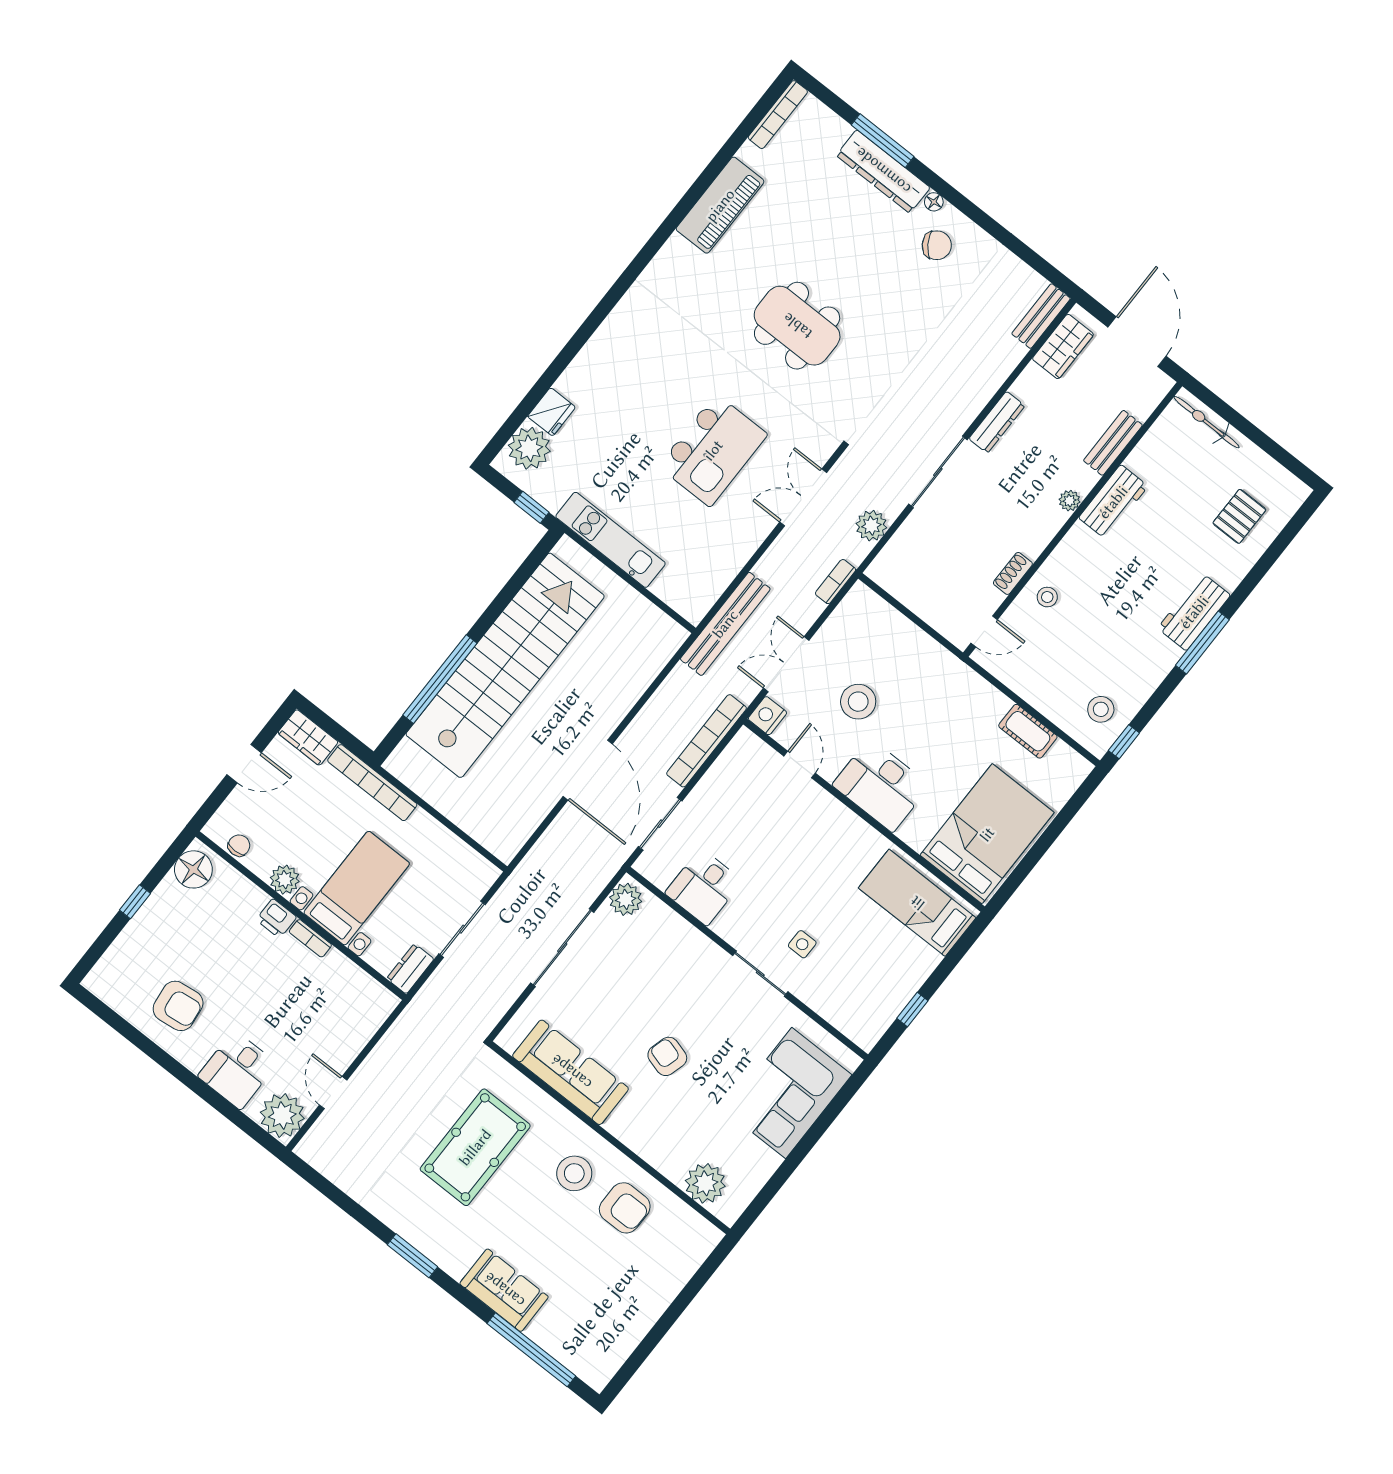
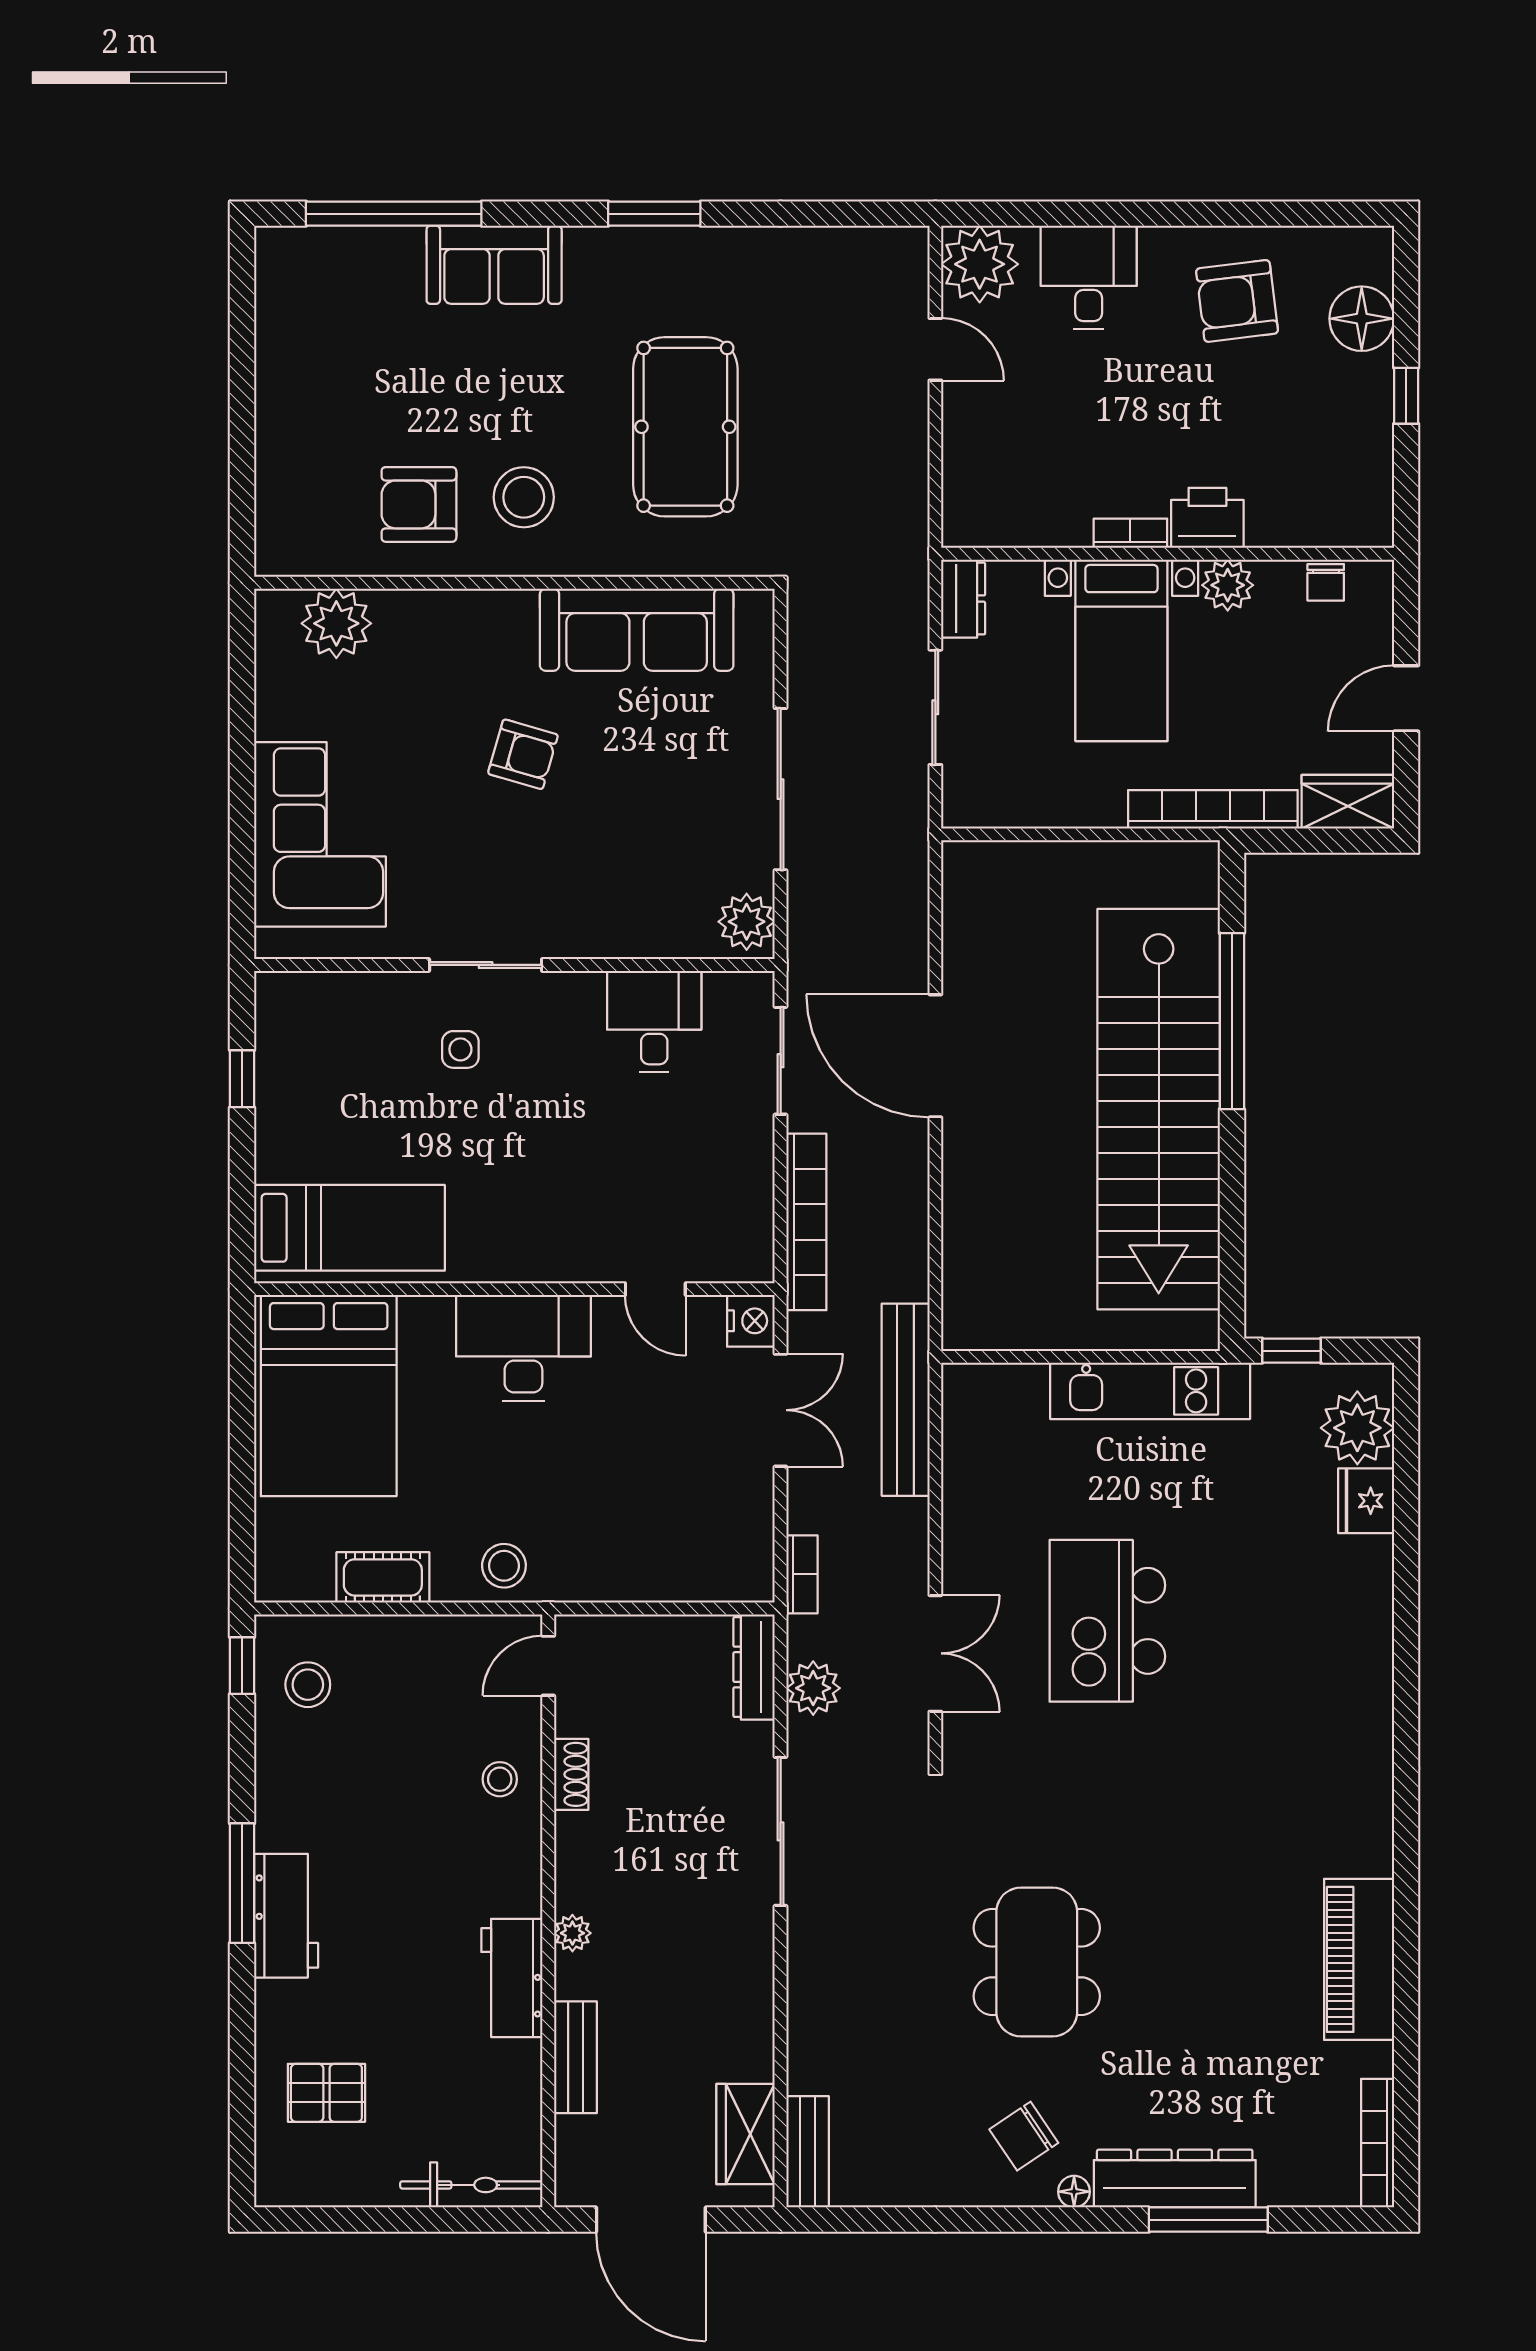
dining table: (797, 326) -> (1037, 1962), moved, turned 90
dresser: (997, 422) -> (754, 1667), moved
pallet: (1239, 516) -> (326, 2093), turned 90
stool: (858, 702) -> (504, 1566), moved, width x0.73, depth x0.73
floor lamp: (193, 869) -> (1362, 319), moved
printer: (276, 918) -> (1207, 518), width x1.36, depth x1.24

